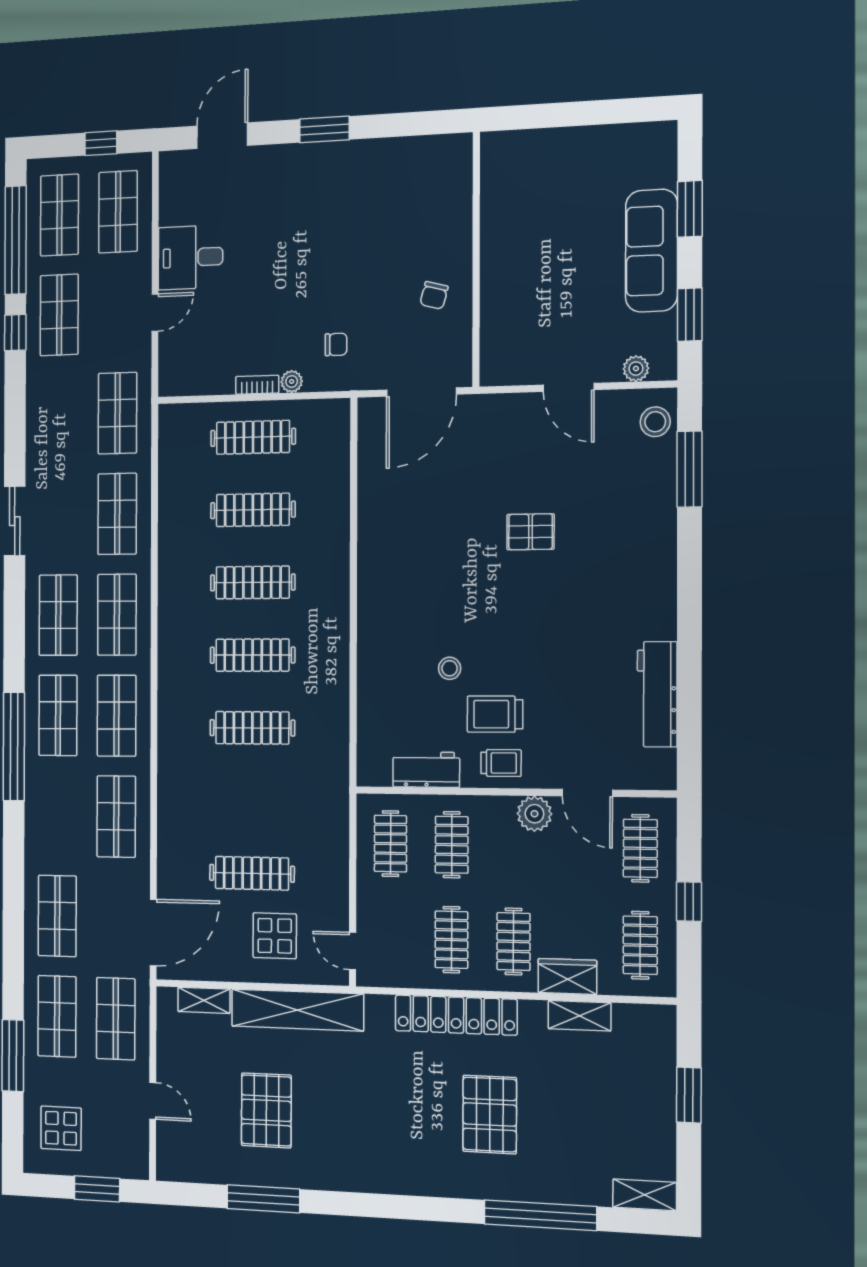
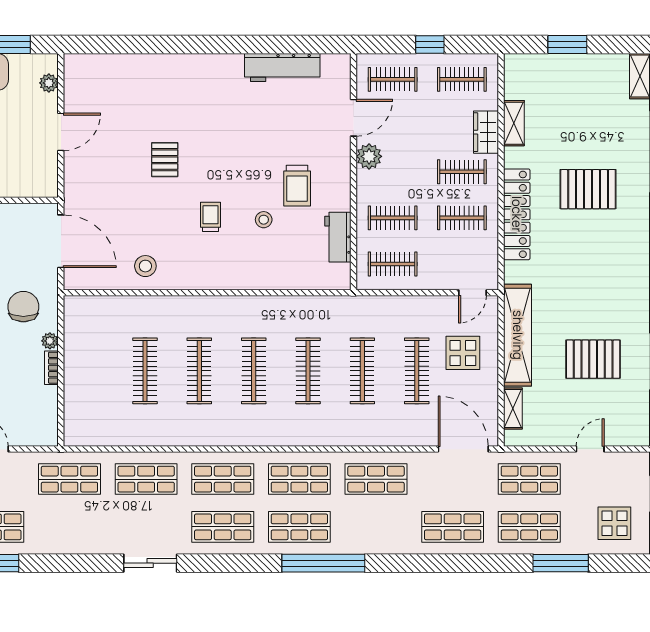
chair: (336, 344) -> (23, 307), width x1.87, depth x1.87
stool: (655, 422) -> (145, 266), moved
clothes rail: (253, 437) -> (362, 371), moved
window: (690, 469) -> (122, 45), removed
trolley: (501, 763) -> (211, 217), moved

